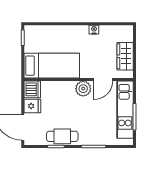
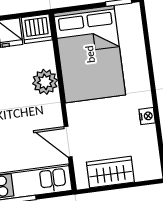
bed: (52, 66) -> (90, 54), width x1.50
plant: (83, 89) -> (45, 82), moved

